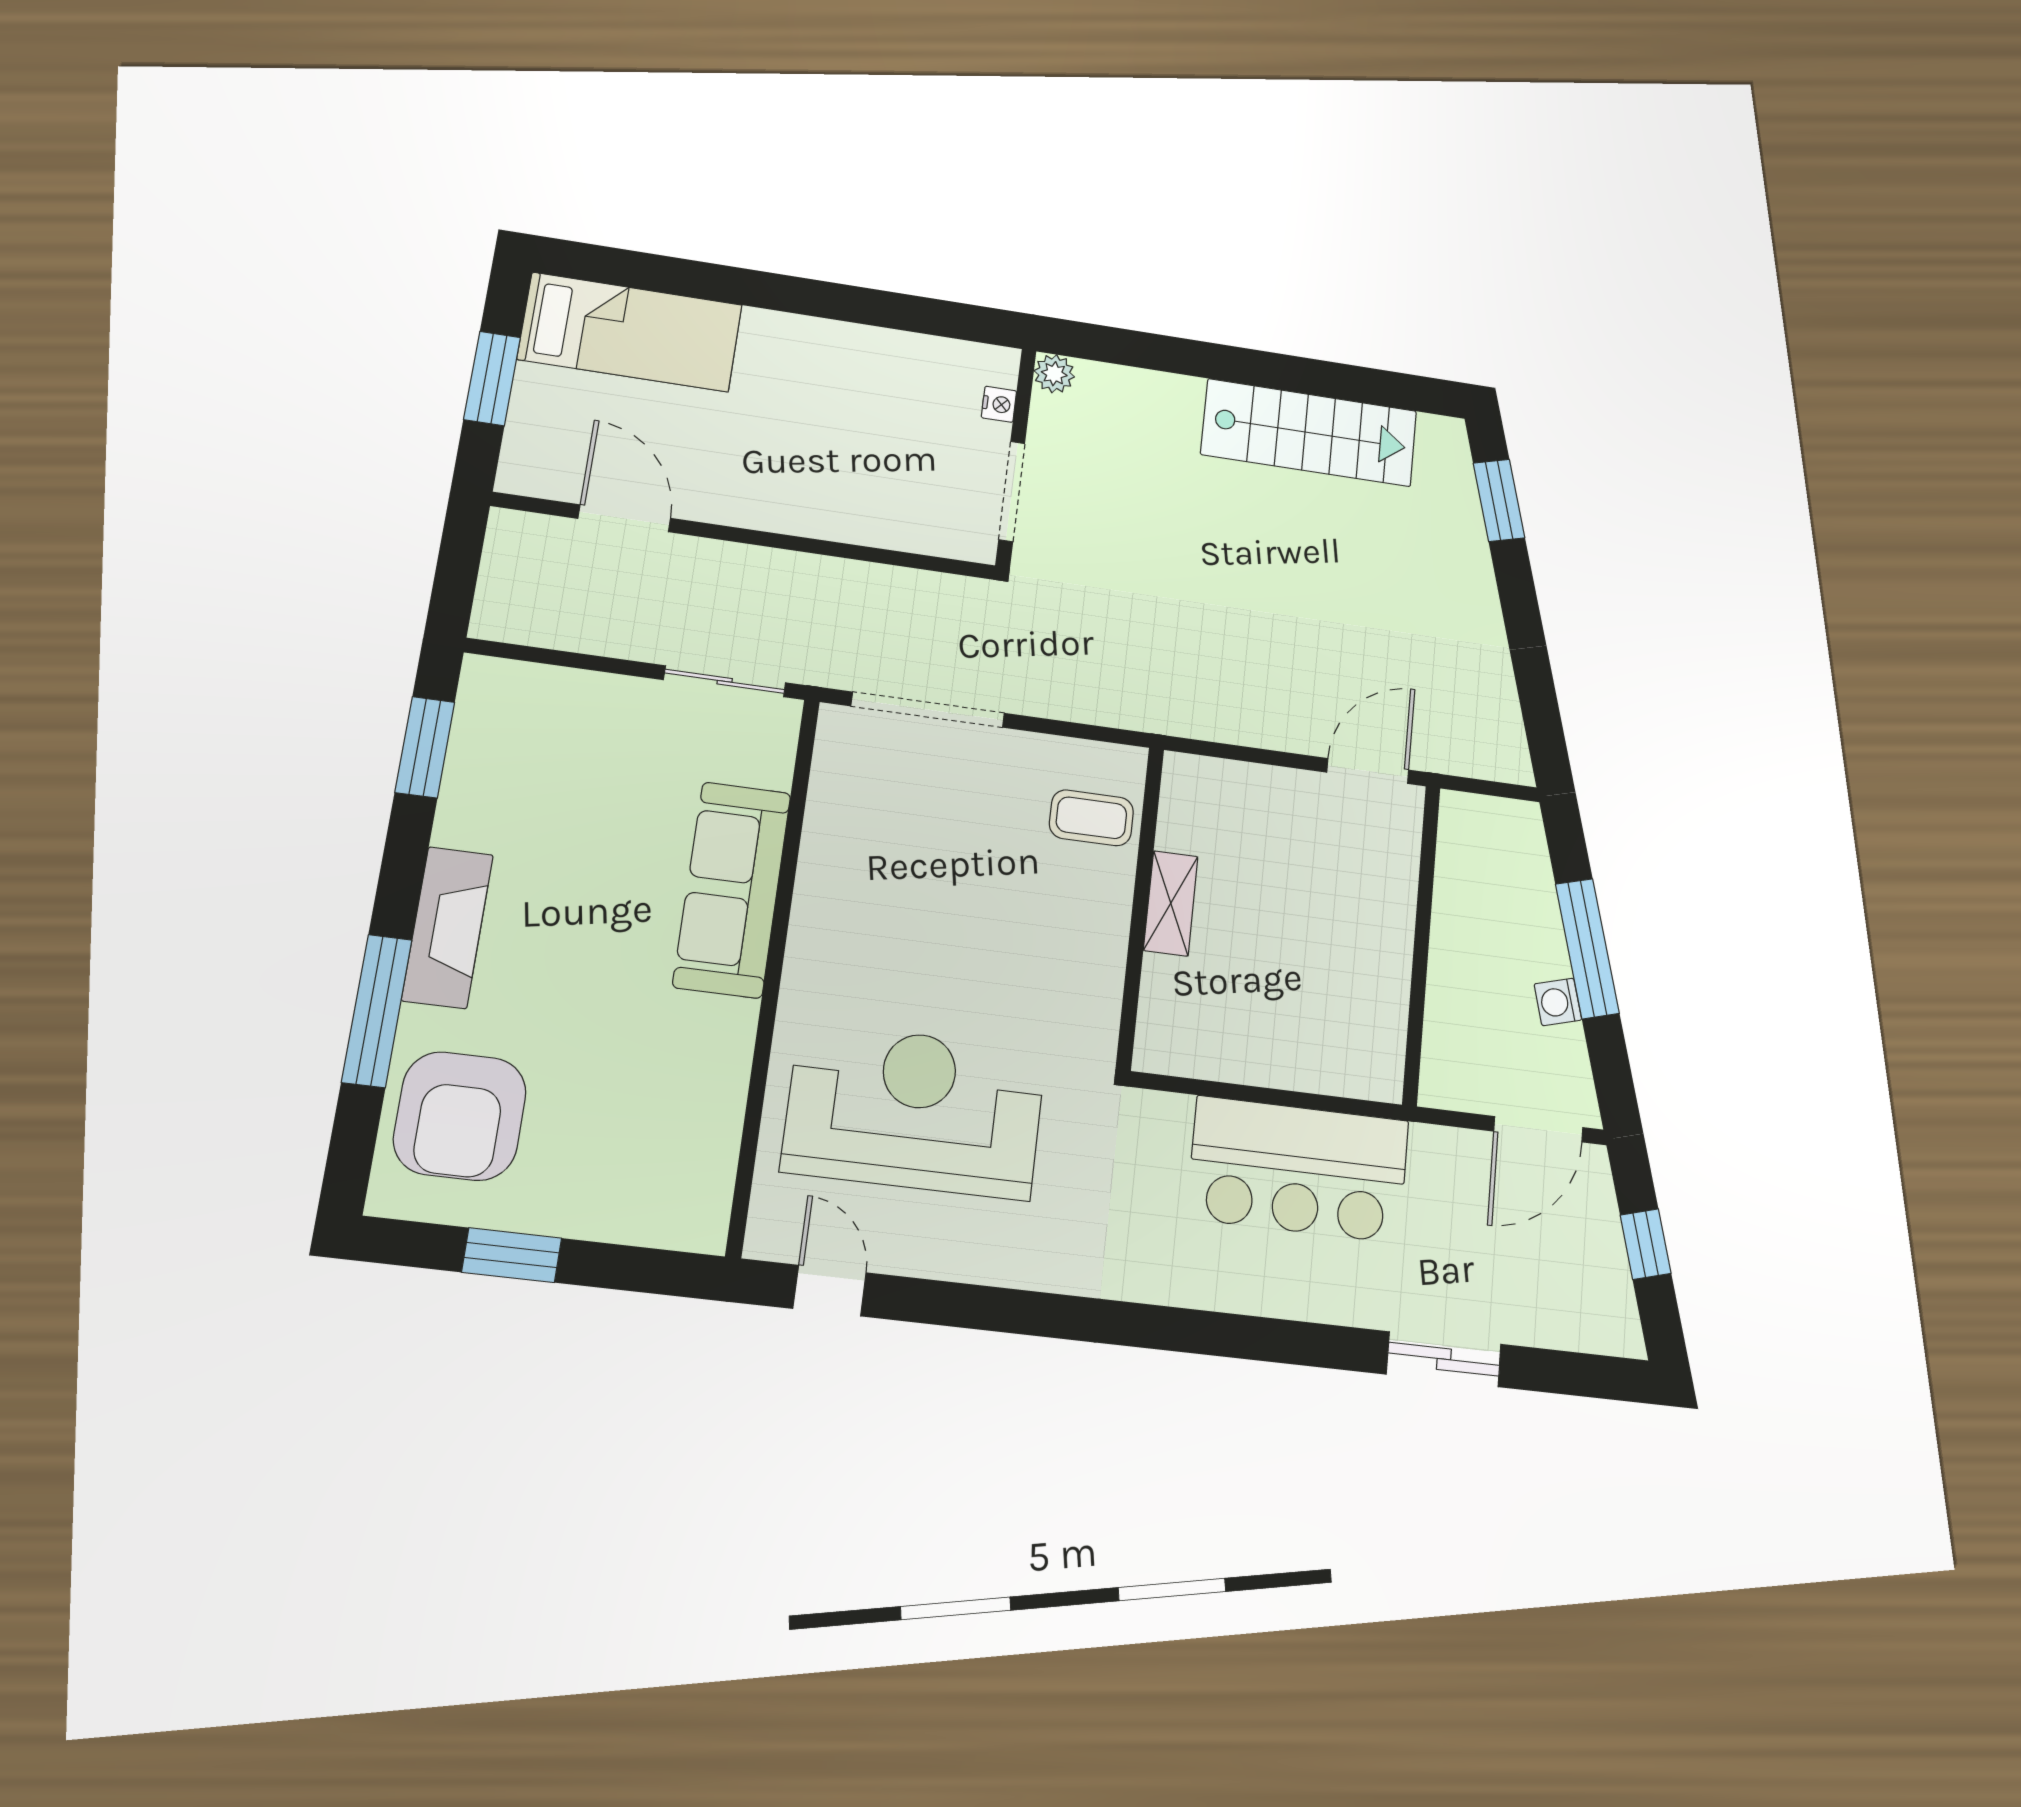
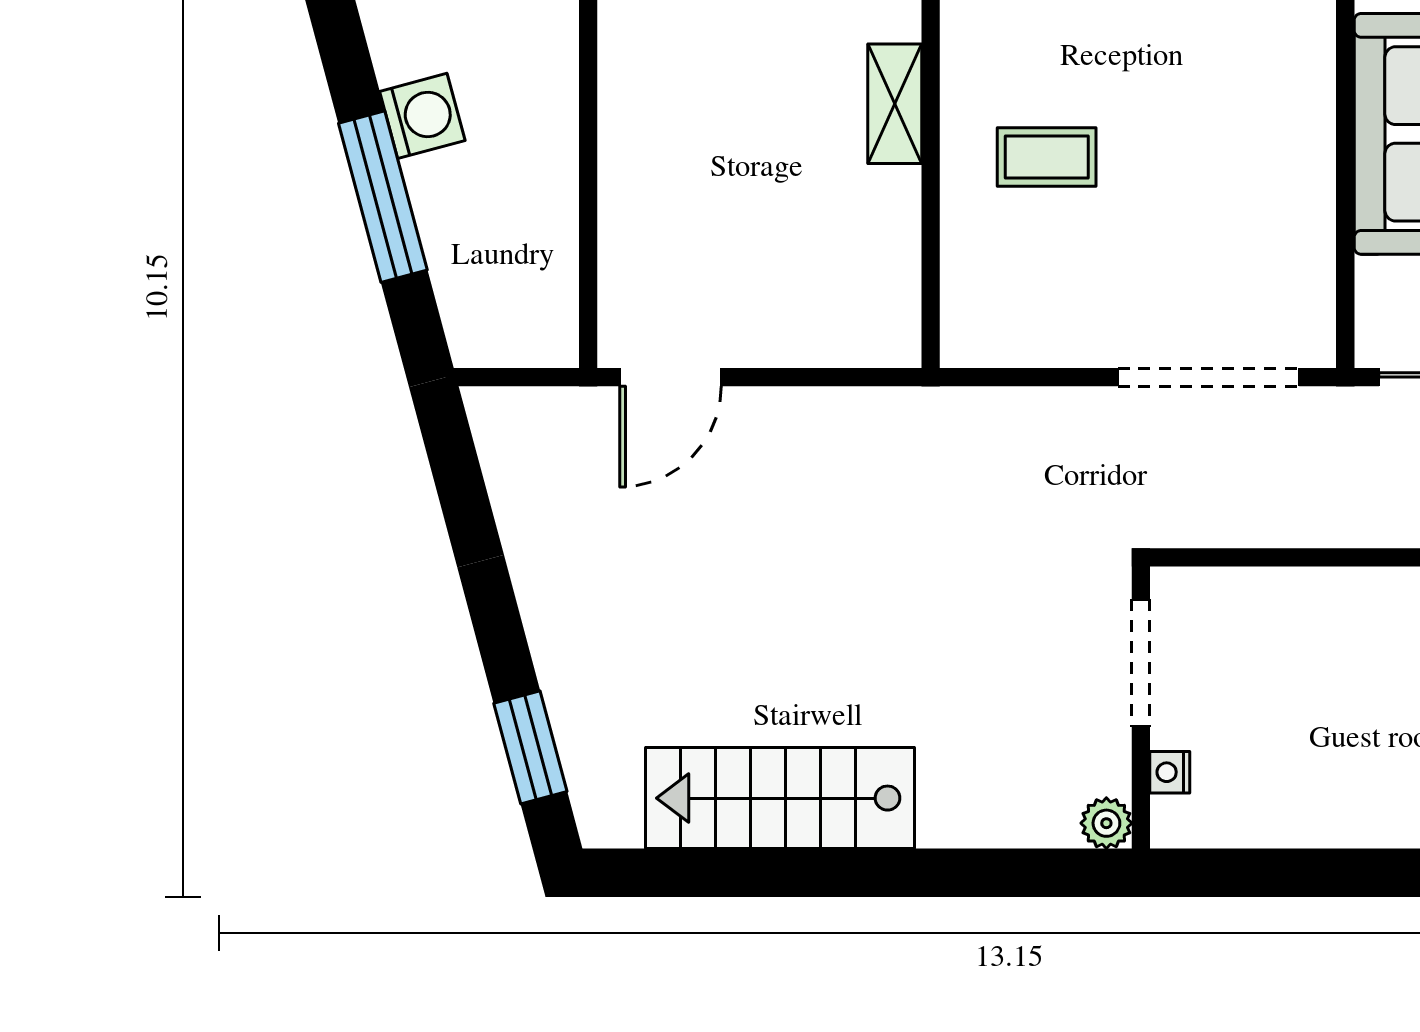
coffee table: (1091, 818) -> (1047, 157), moved
shelving: (1171, 903) -> (895, 104), moved
washing machine: (1558, 1002) -> (422, 116), width x1.38, depth x1.38

